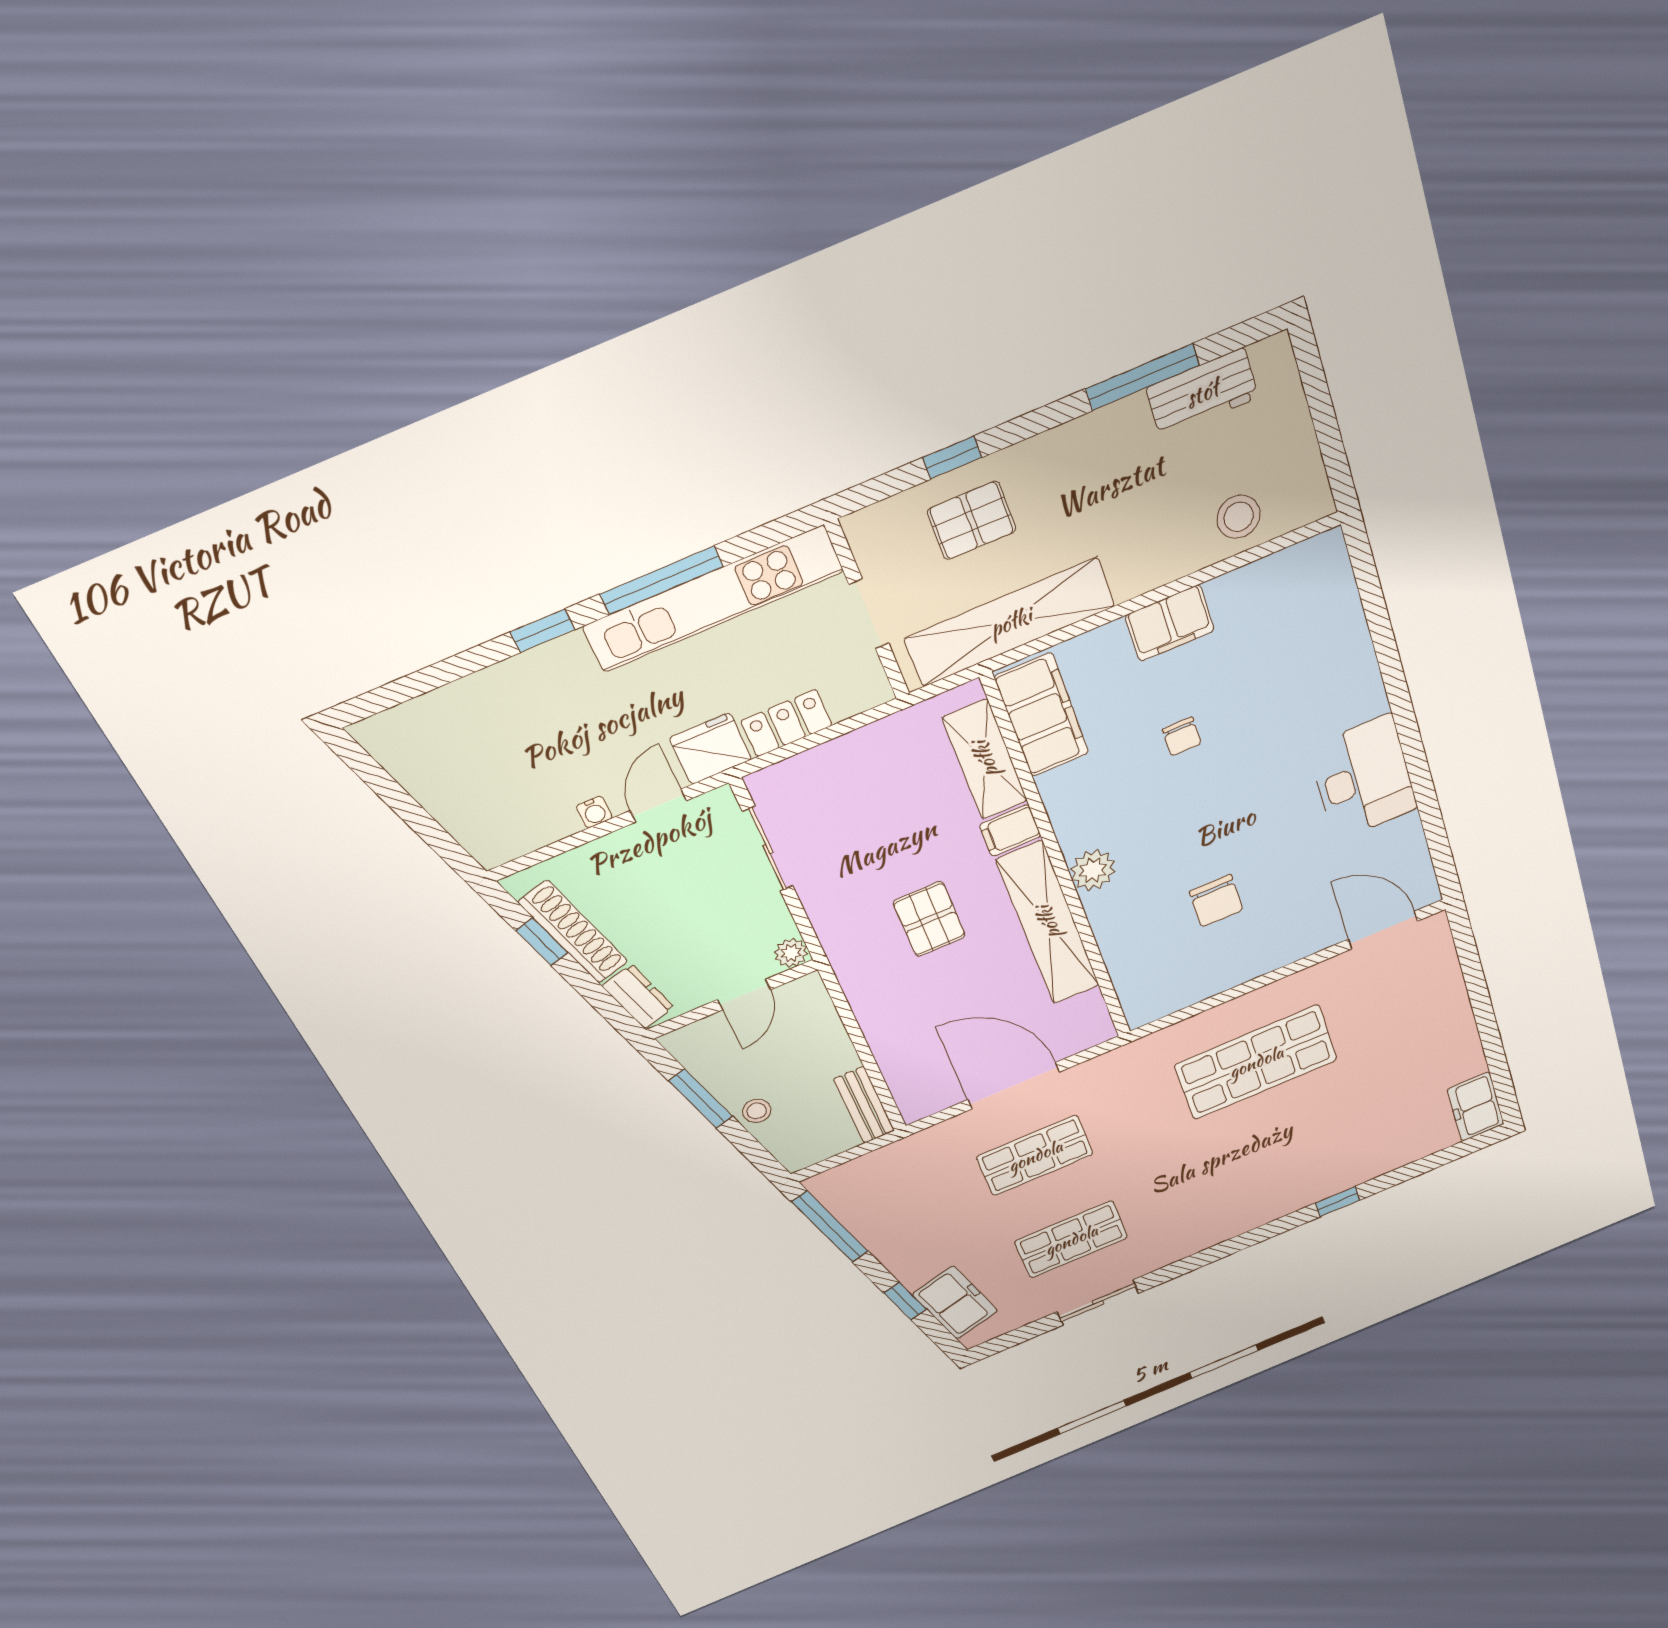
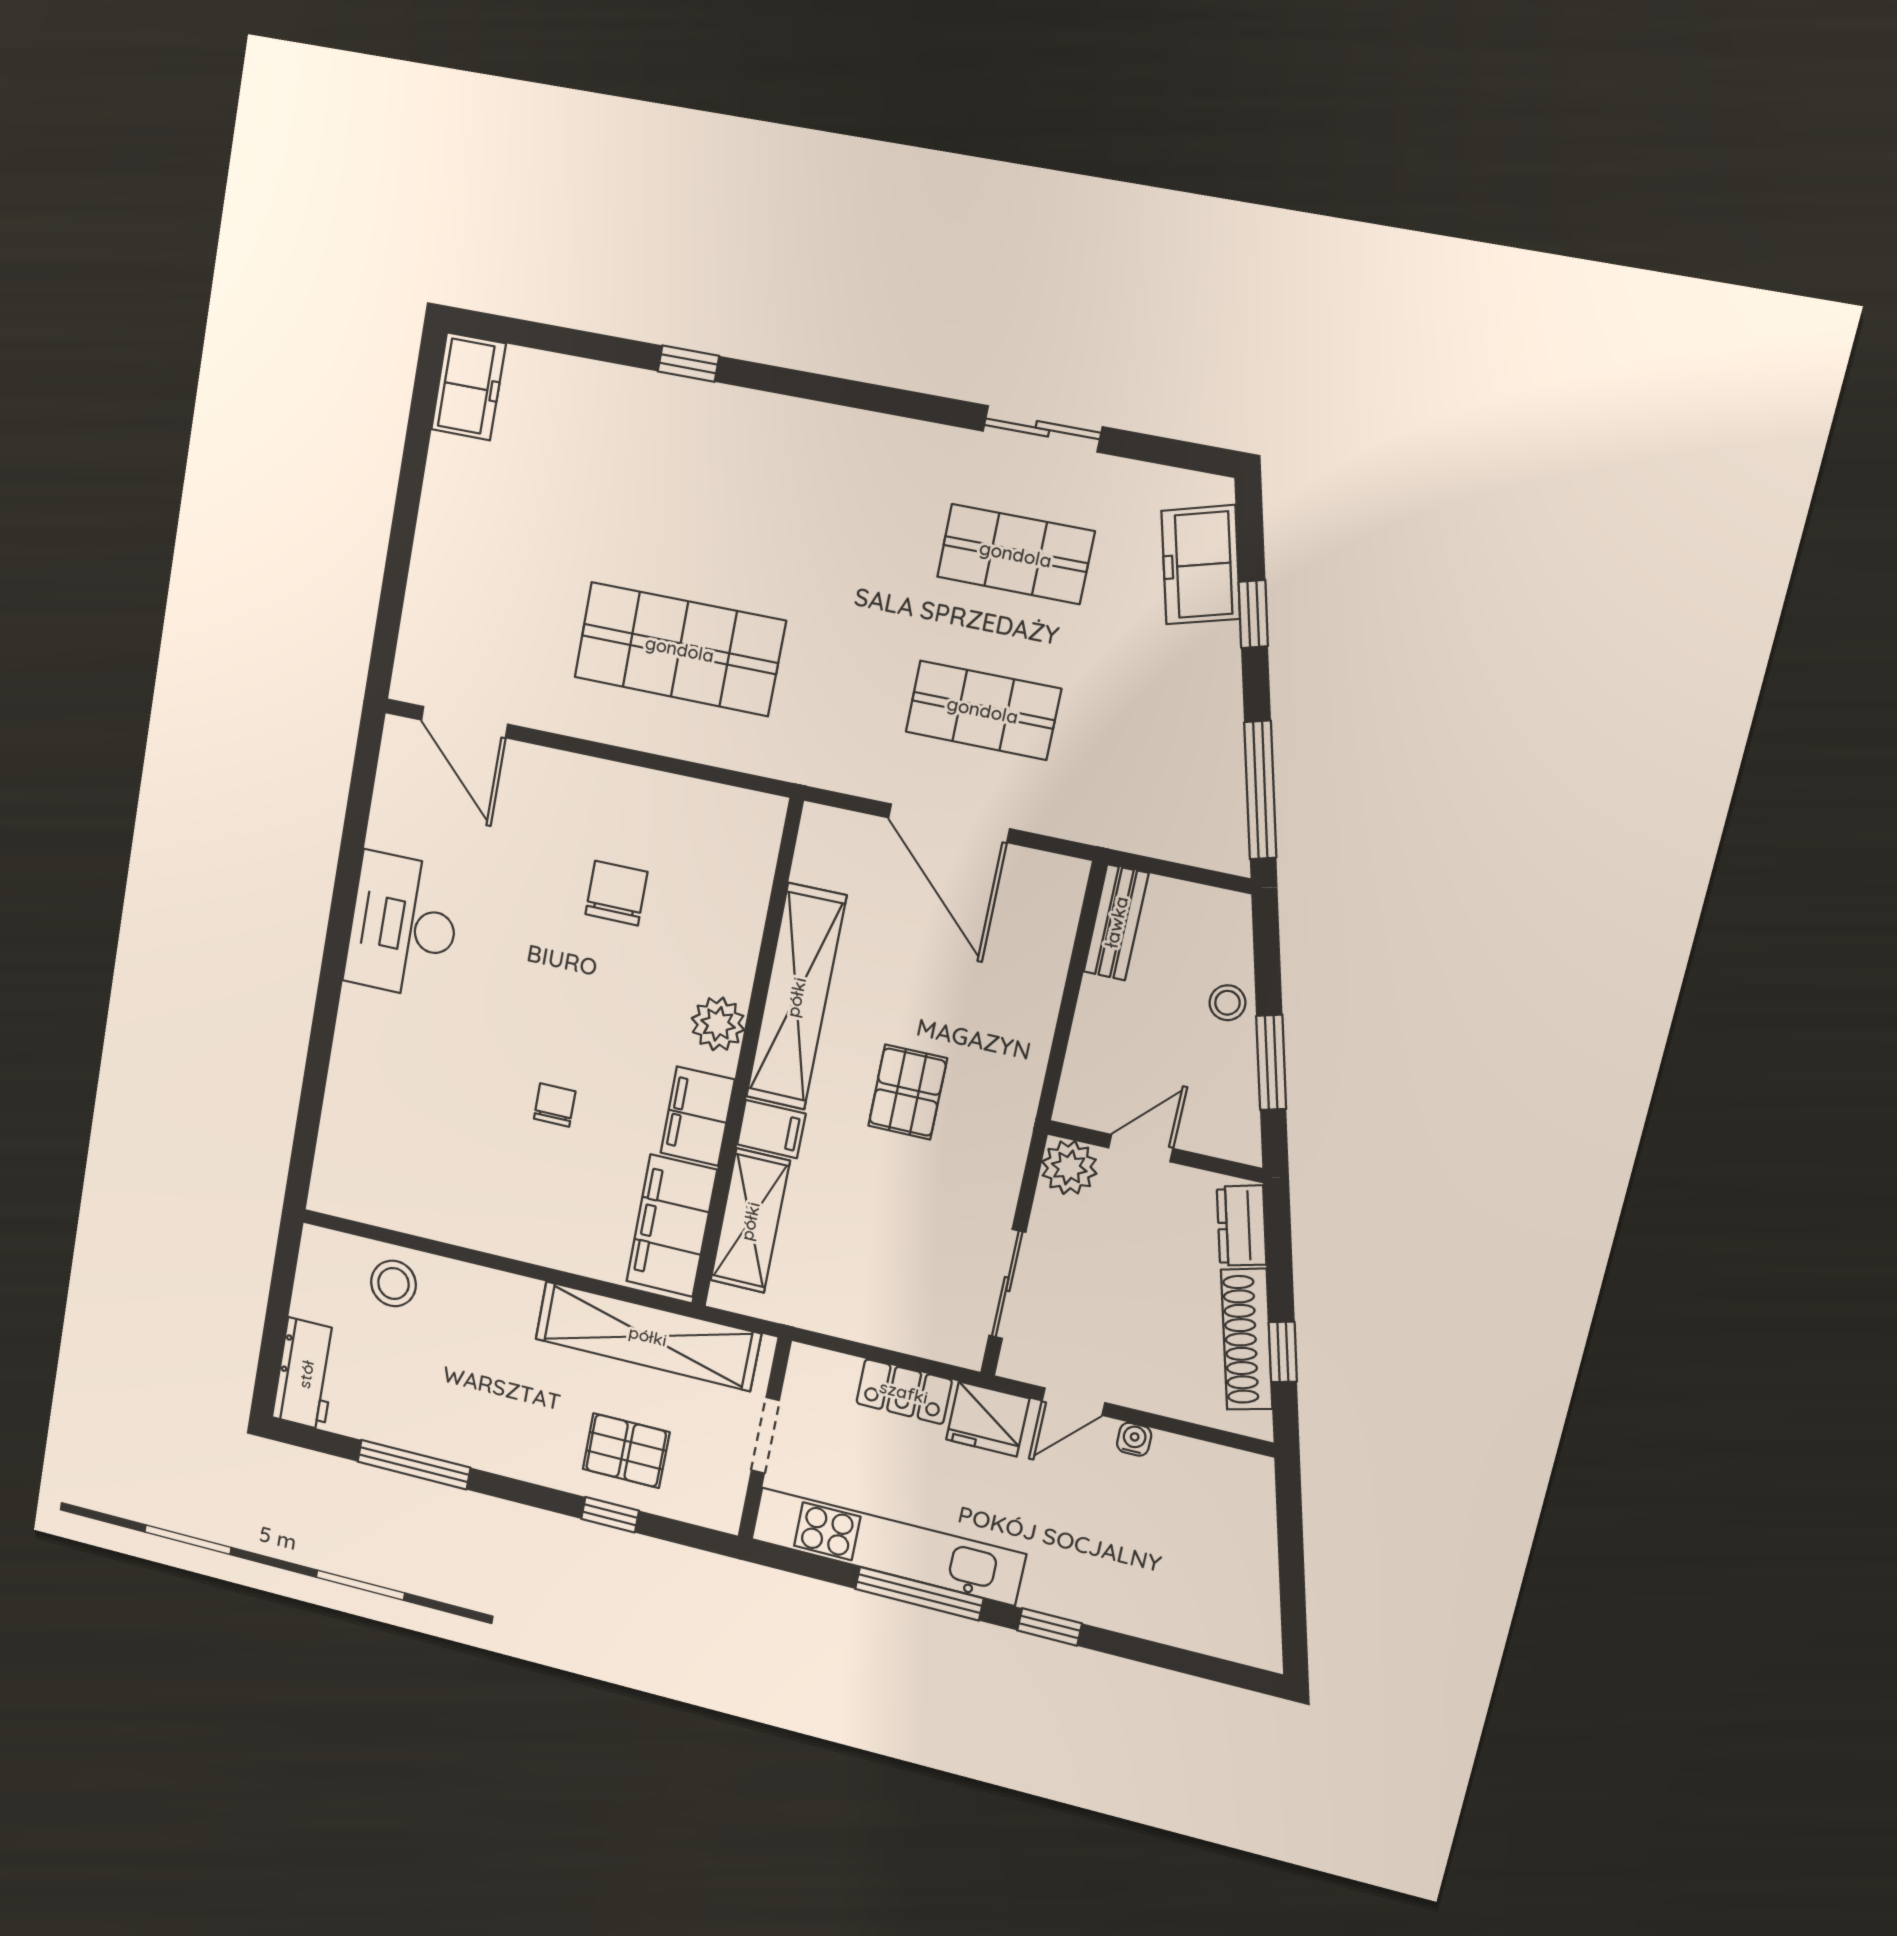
workbench: (1202, 393) -> (306, 1374), moved, turned 90
filing cabinet: (1170, 623) -> (697, 1116), moved, turned -90
plant: (791, 953) -> (1069, 1167), width x1.38, depth x1.38

